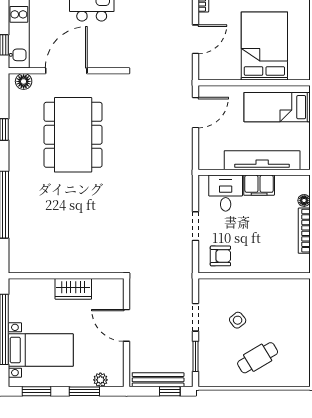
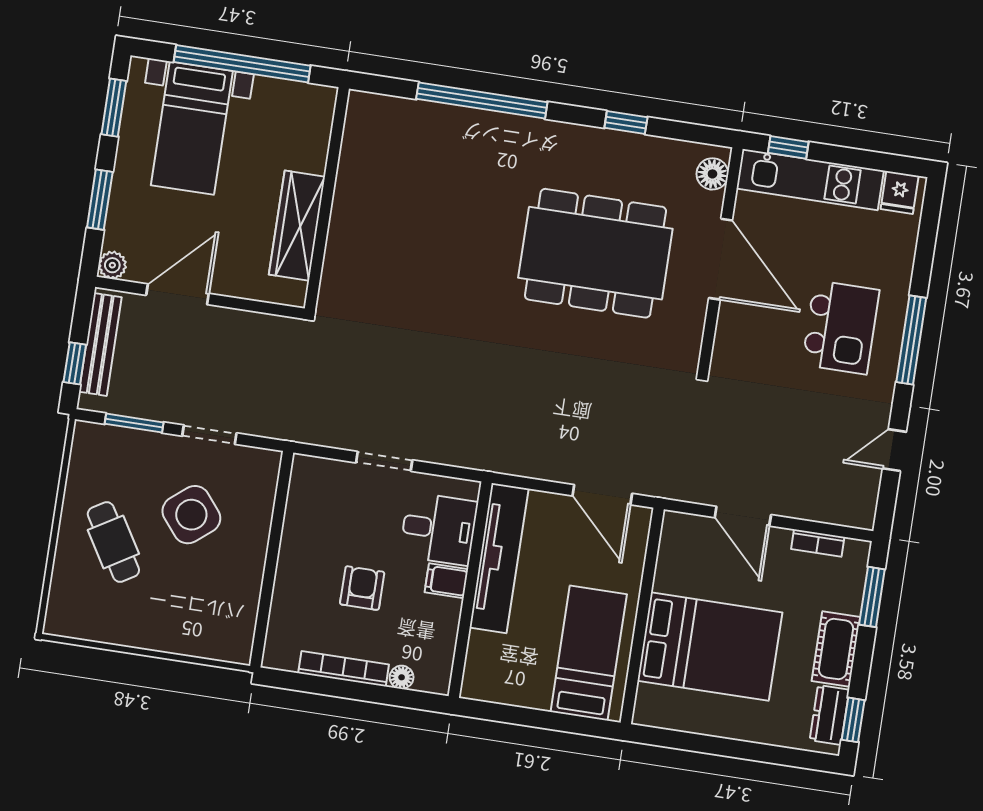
tv unit: (262, 160) -> (499, 558), moved
filing cabinet: (259, 185) -> (446, 581), width x0.50
armchair: (220, 256) -> (362, 588), moved, turned 180
wardrobe: (73, 289) -> (297, 226), width x1.50
side table: (238, 320) -> (191, 515), width x1.87, depth x1.87
door: (127, 325) -> (177, 294), moved
plant: (100, 380) -> (112, 265), moved

